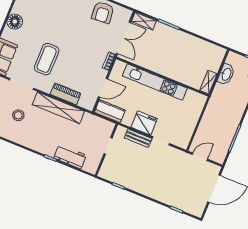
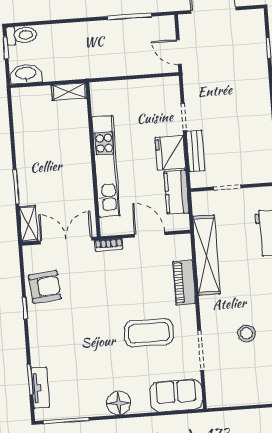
washbasin: (226, 74) -> (26, 74), moved
shelving: (59, 108) -> (206, 255), moved
kitchen counter: (110, 111) -> (176, 192), moved

